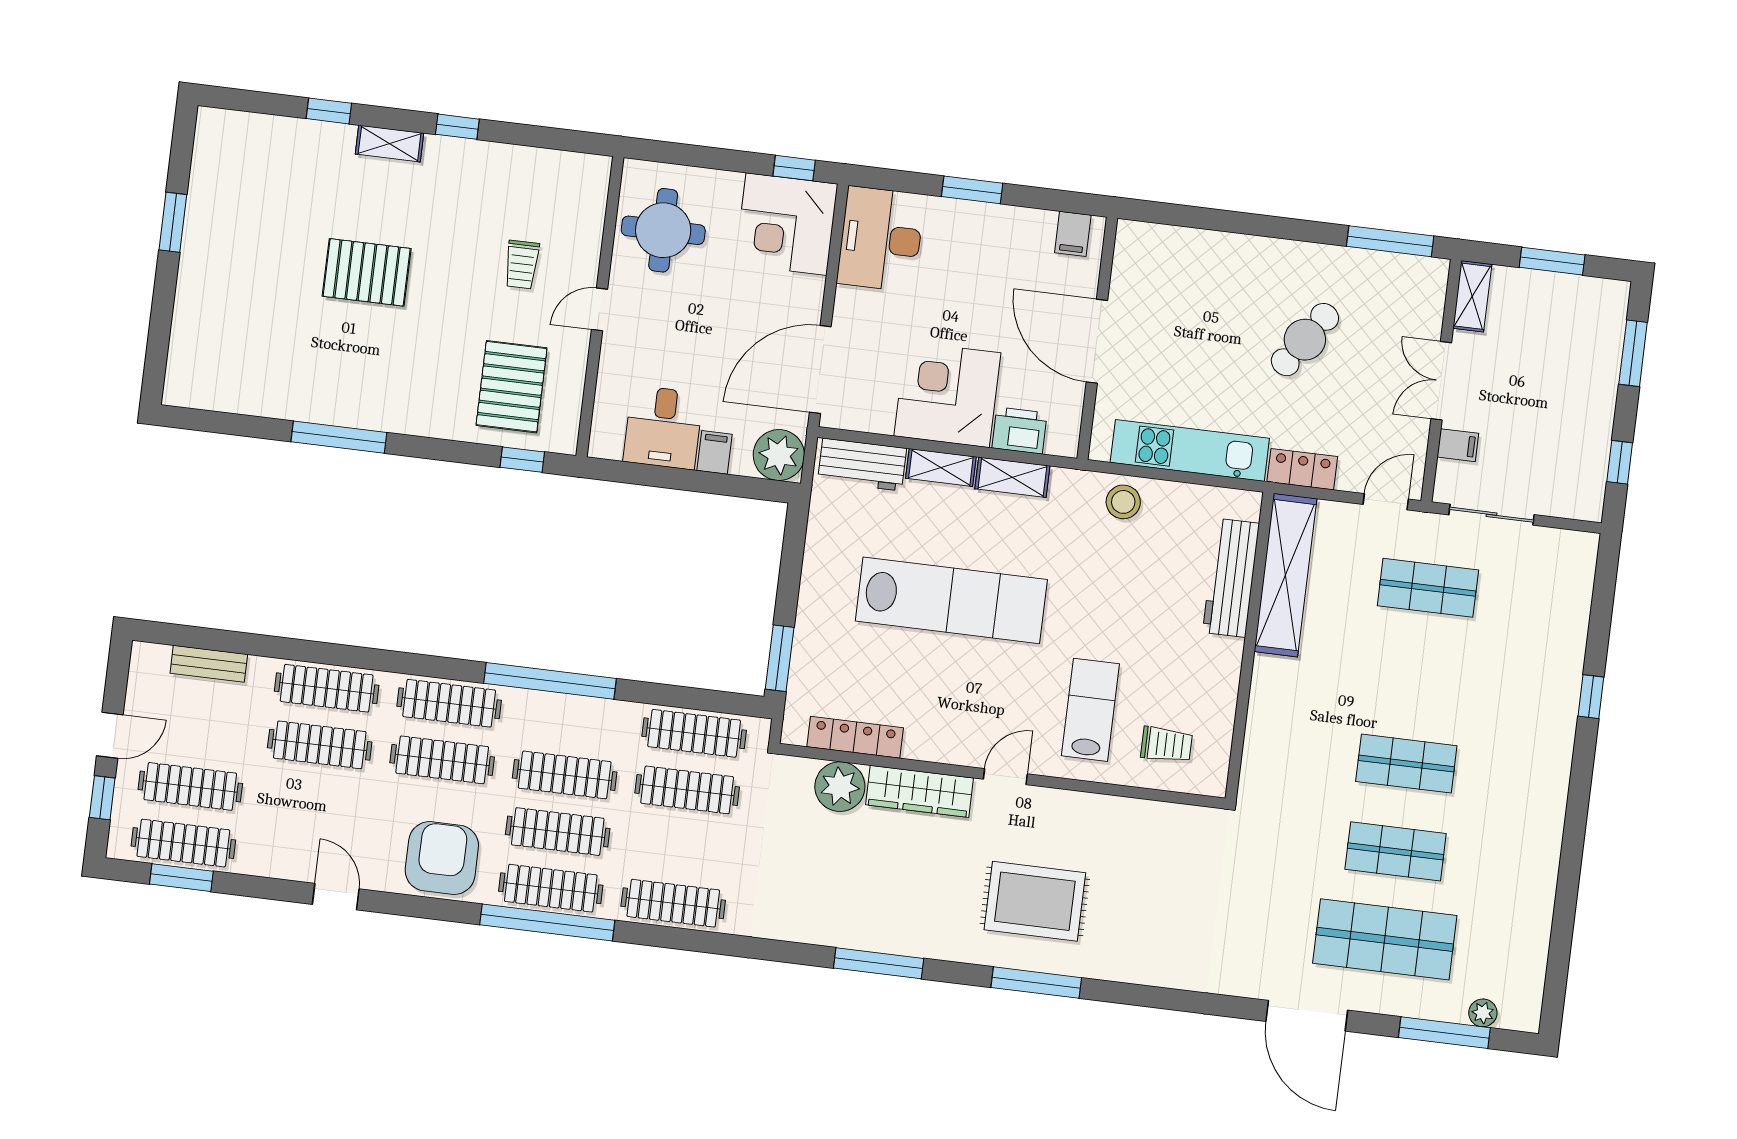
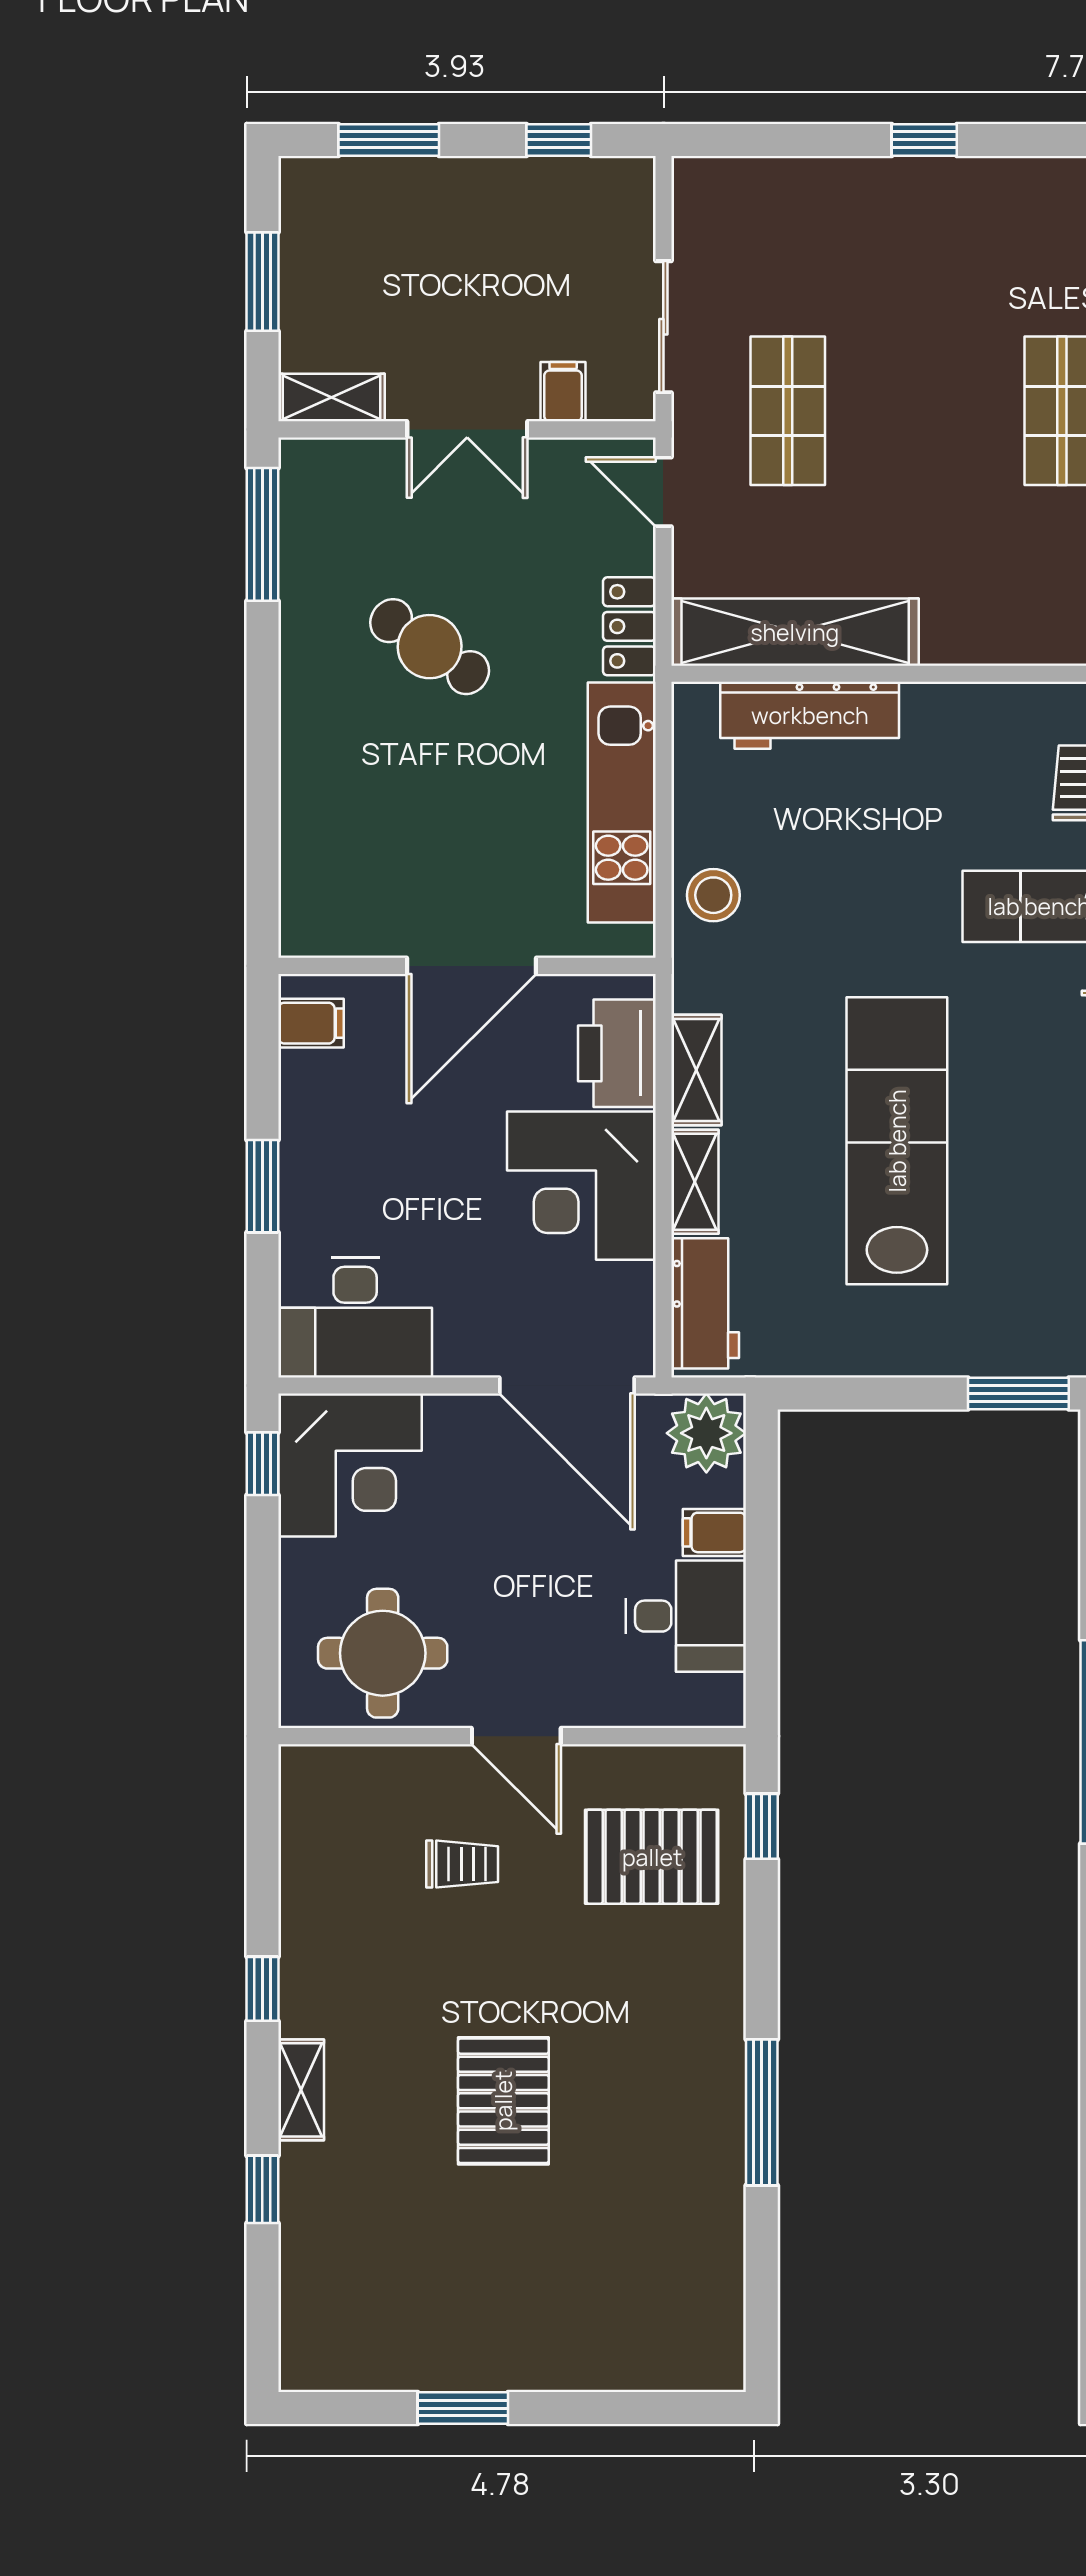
door: (599, 309) -> (516, 1736), width x1.38
printer: (1020, 430) -> (617, 1053), width x1.37, depth x1.19

